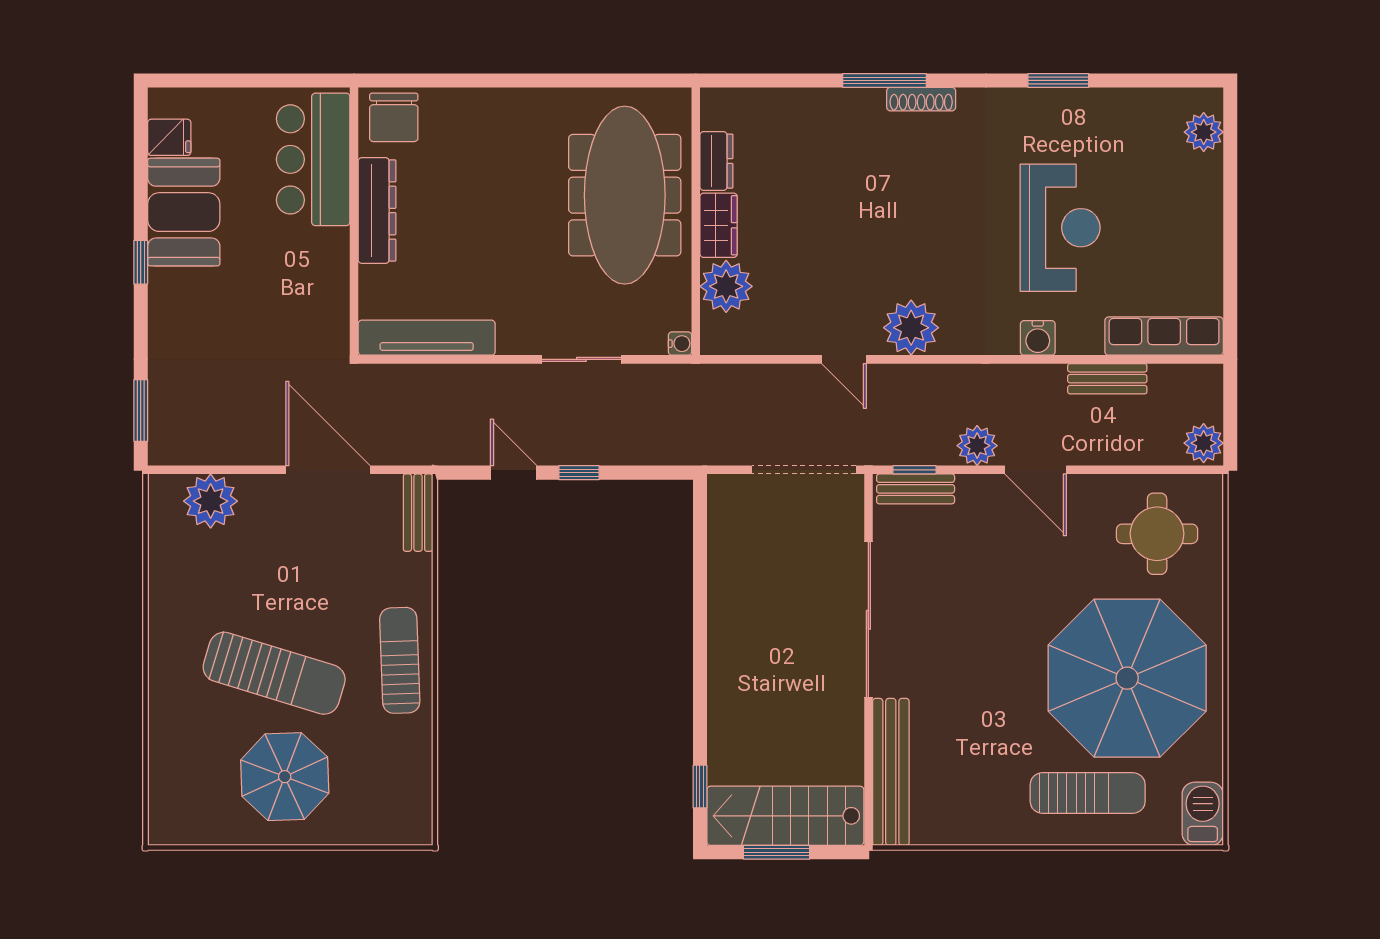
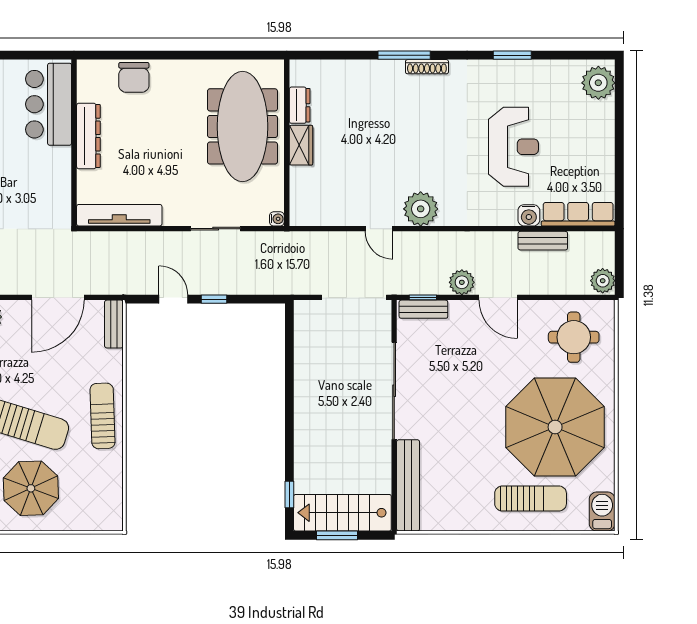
chair: (394, 117) -> (134, 77), moved
plant: (1204, 132) -> (598, 83), width x1.36, depth x1.36
plant: (726, 286) -> (306, 183), removed
water cooler: (1038, 338) -> (529, 215), moved
door: (328, 470) -> (58, 297), swing flipped

